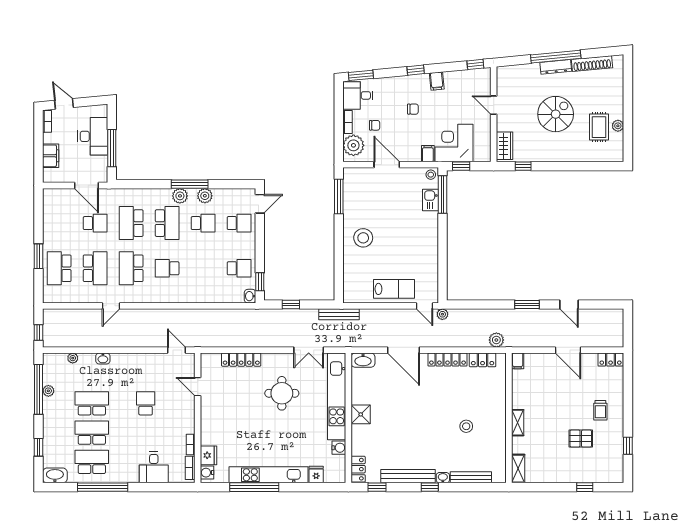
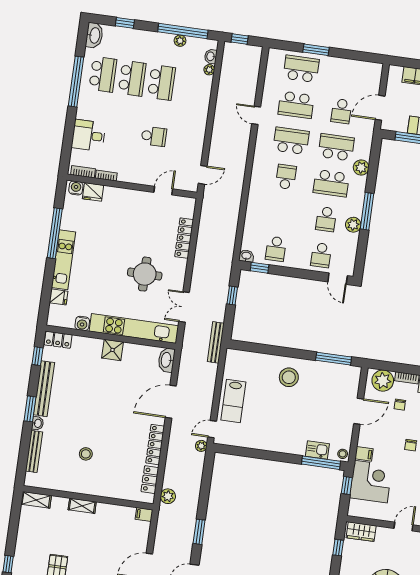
plant: (180, 196) -> (361, 168), moved
washbasin: (103, 359) -> (211, 56), moved
kitchen unit: (268, 475) -> (64, 260), width x0.73
window: (430, 487) -> (30, 409), width x1.50

